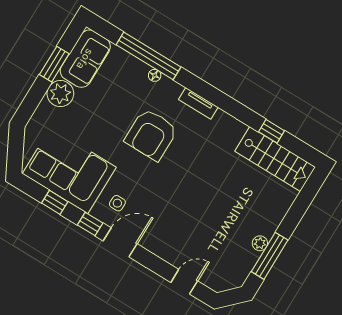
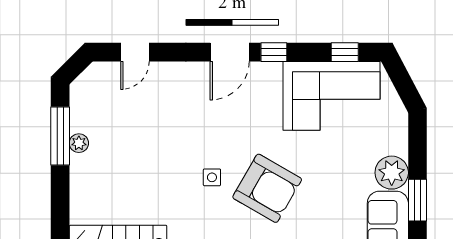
armchair: (151, 135) -> (267, 188), turned 120
window: (55, 202) -> (345, 52), moved
side table: (117, 203) -> (212, 177), moved

